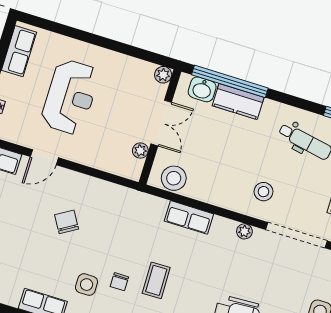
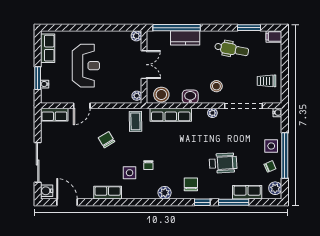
washbasin: (202, 89) -> (190, 97), moved, turned 180
plant: (140, 151) -> (137, 96), moved
row of seats: (189, 217) -> (171, 115), width x1.48
coffee table: (156, 280) -> (135, 121), moved

